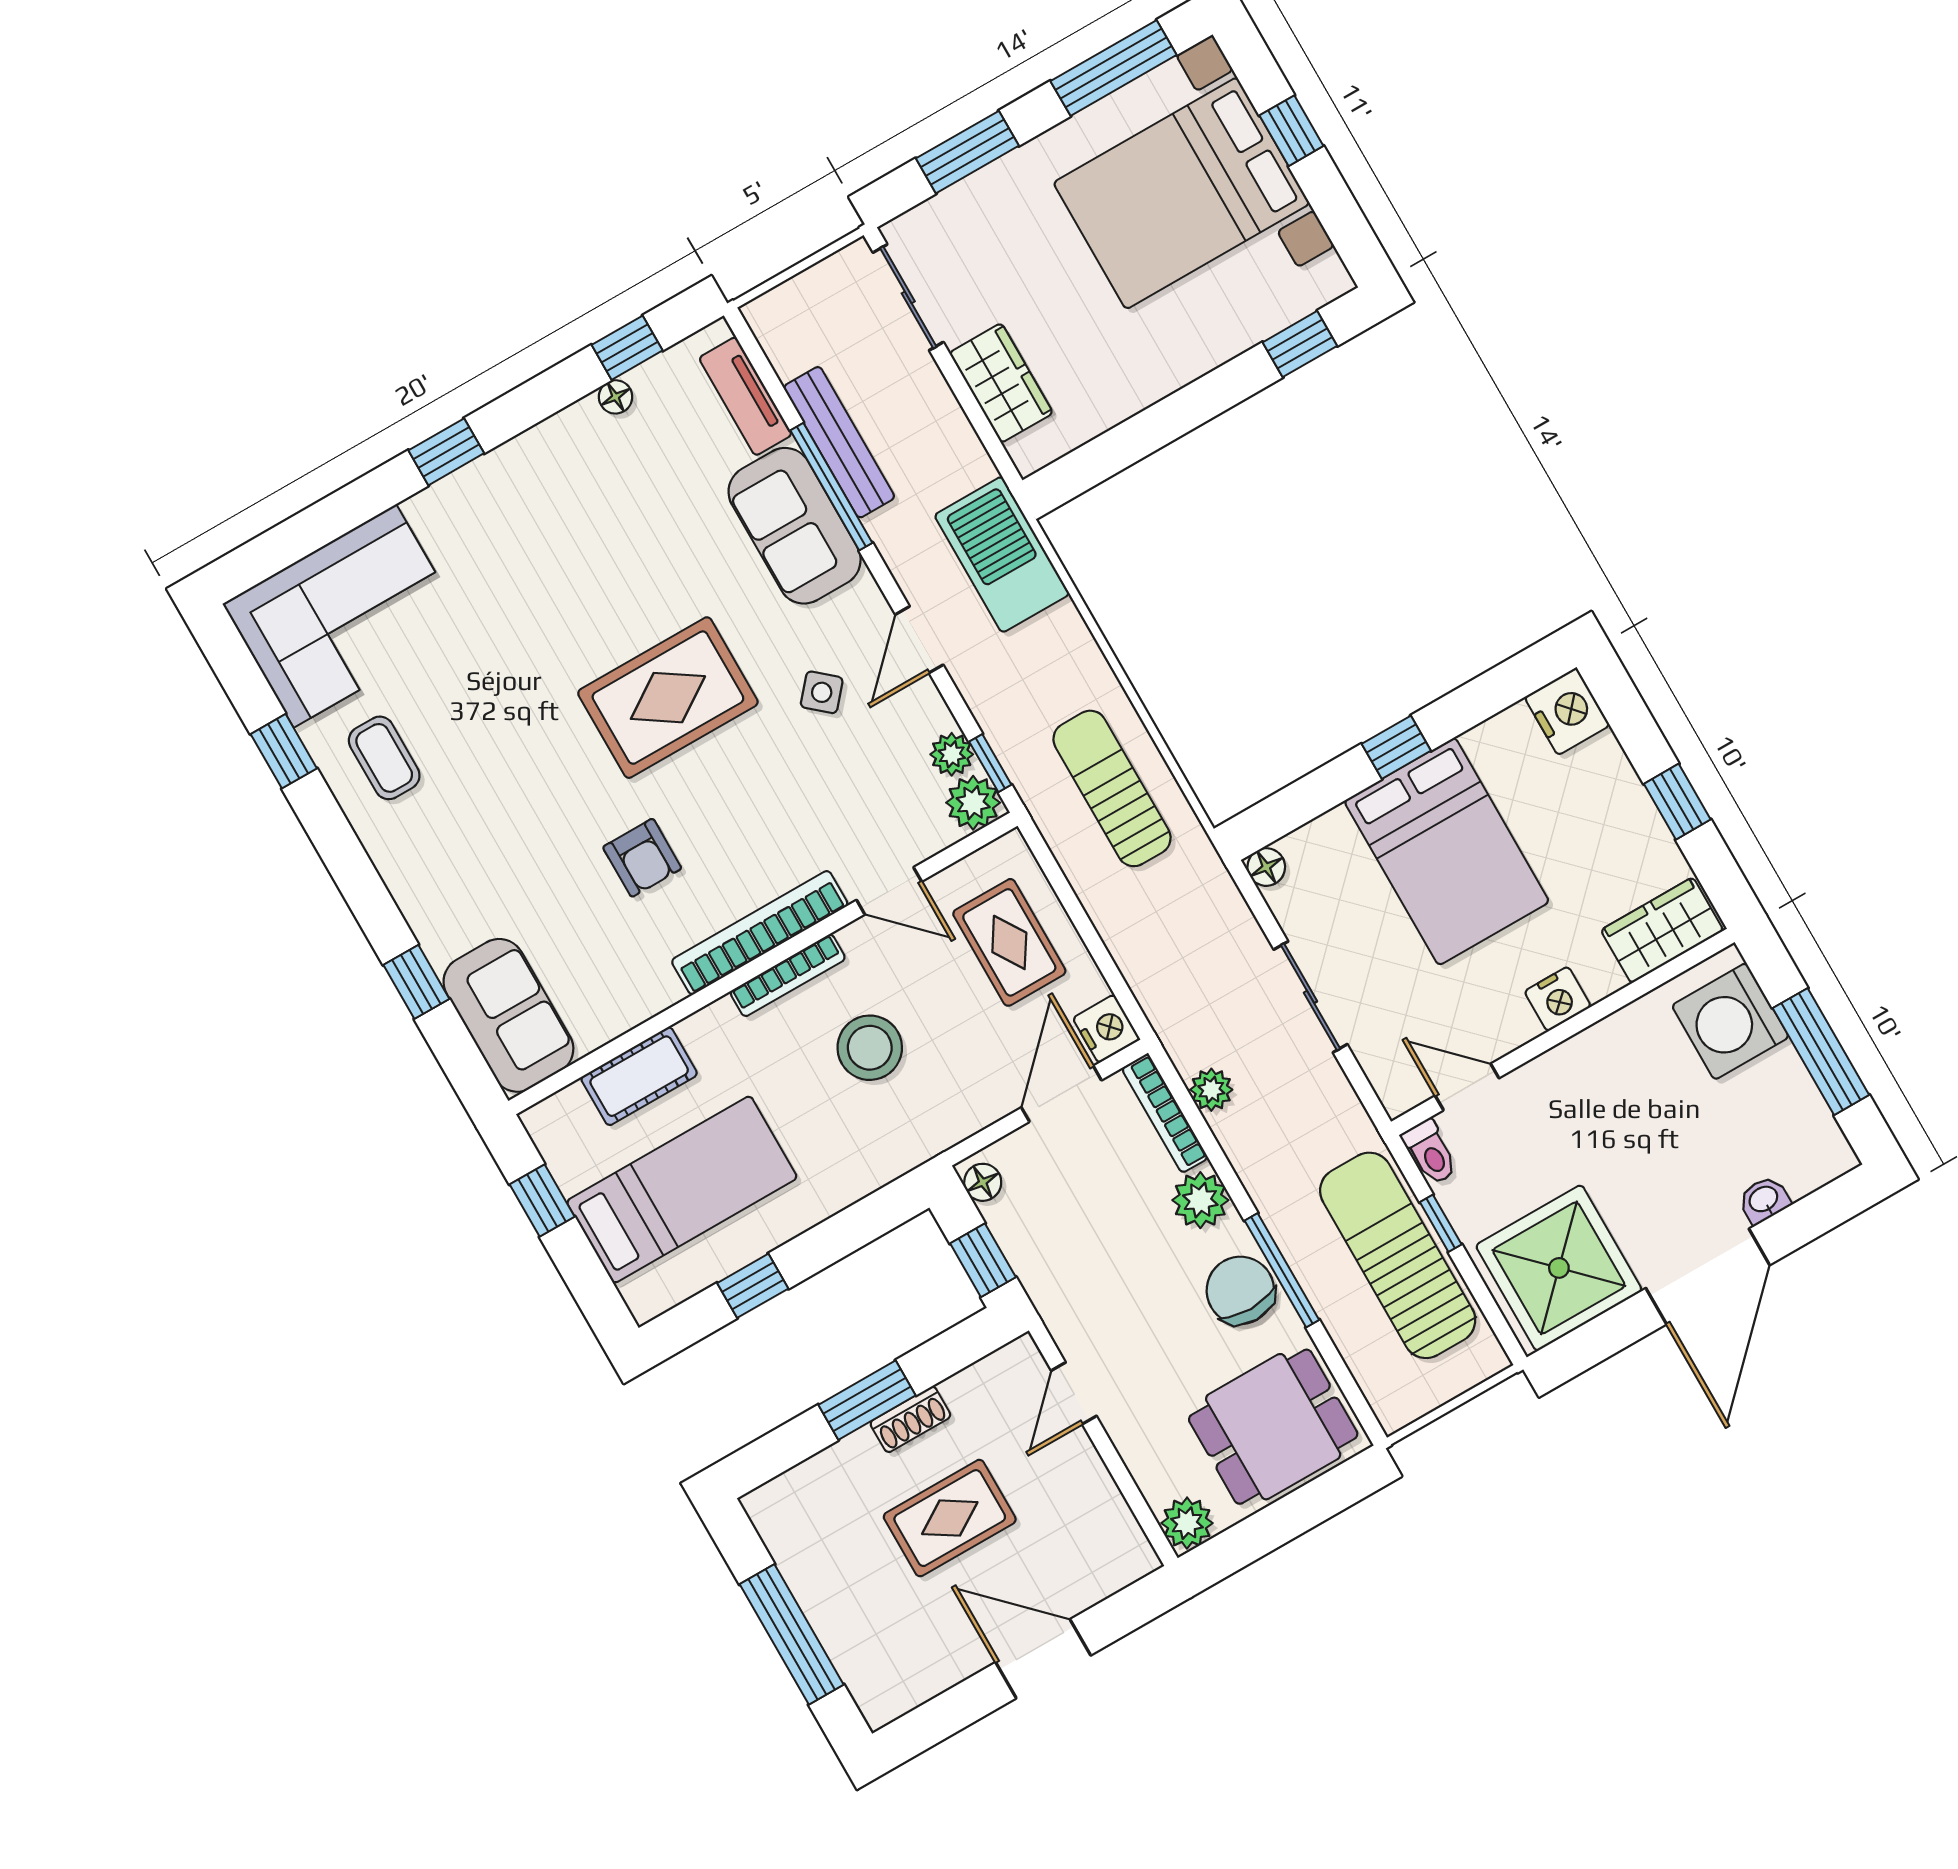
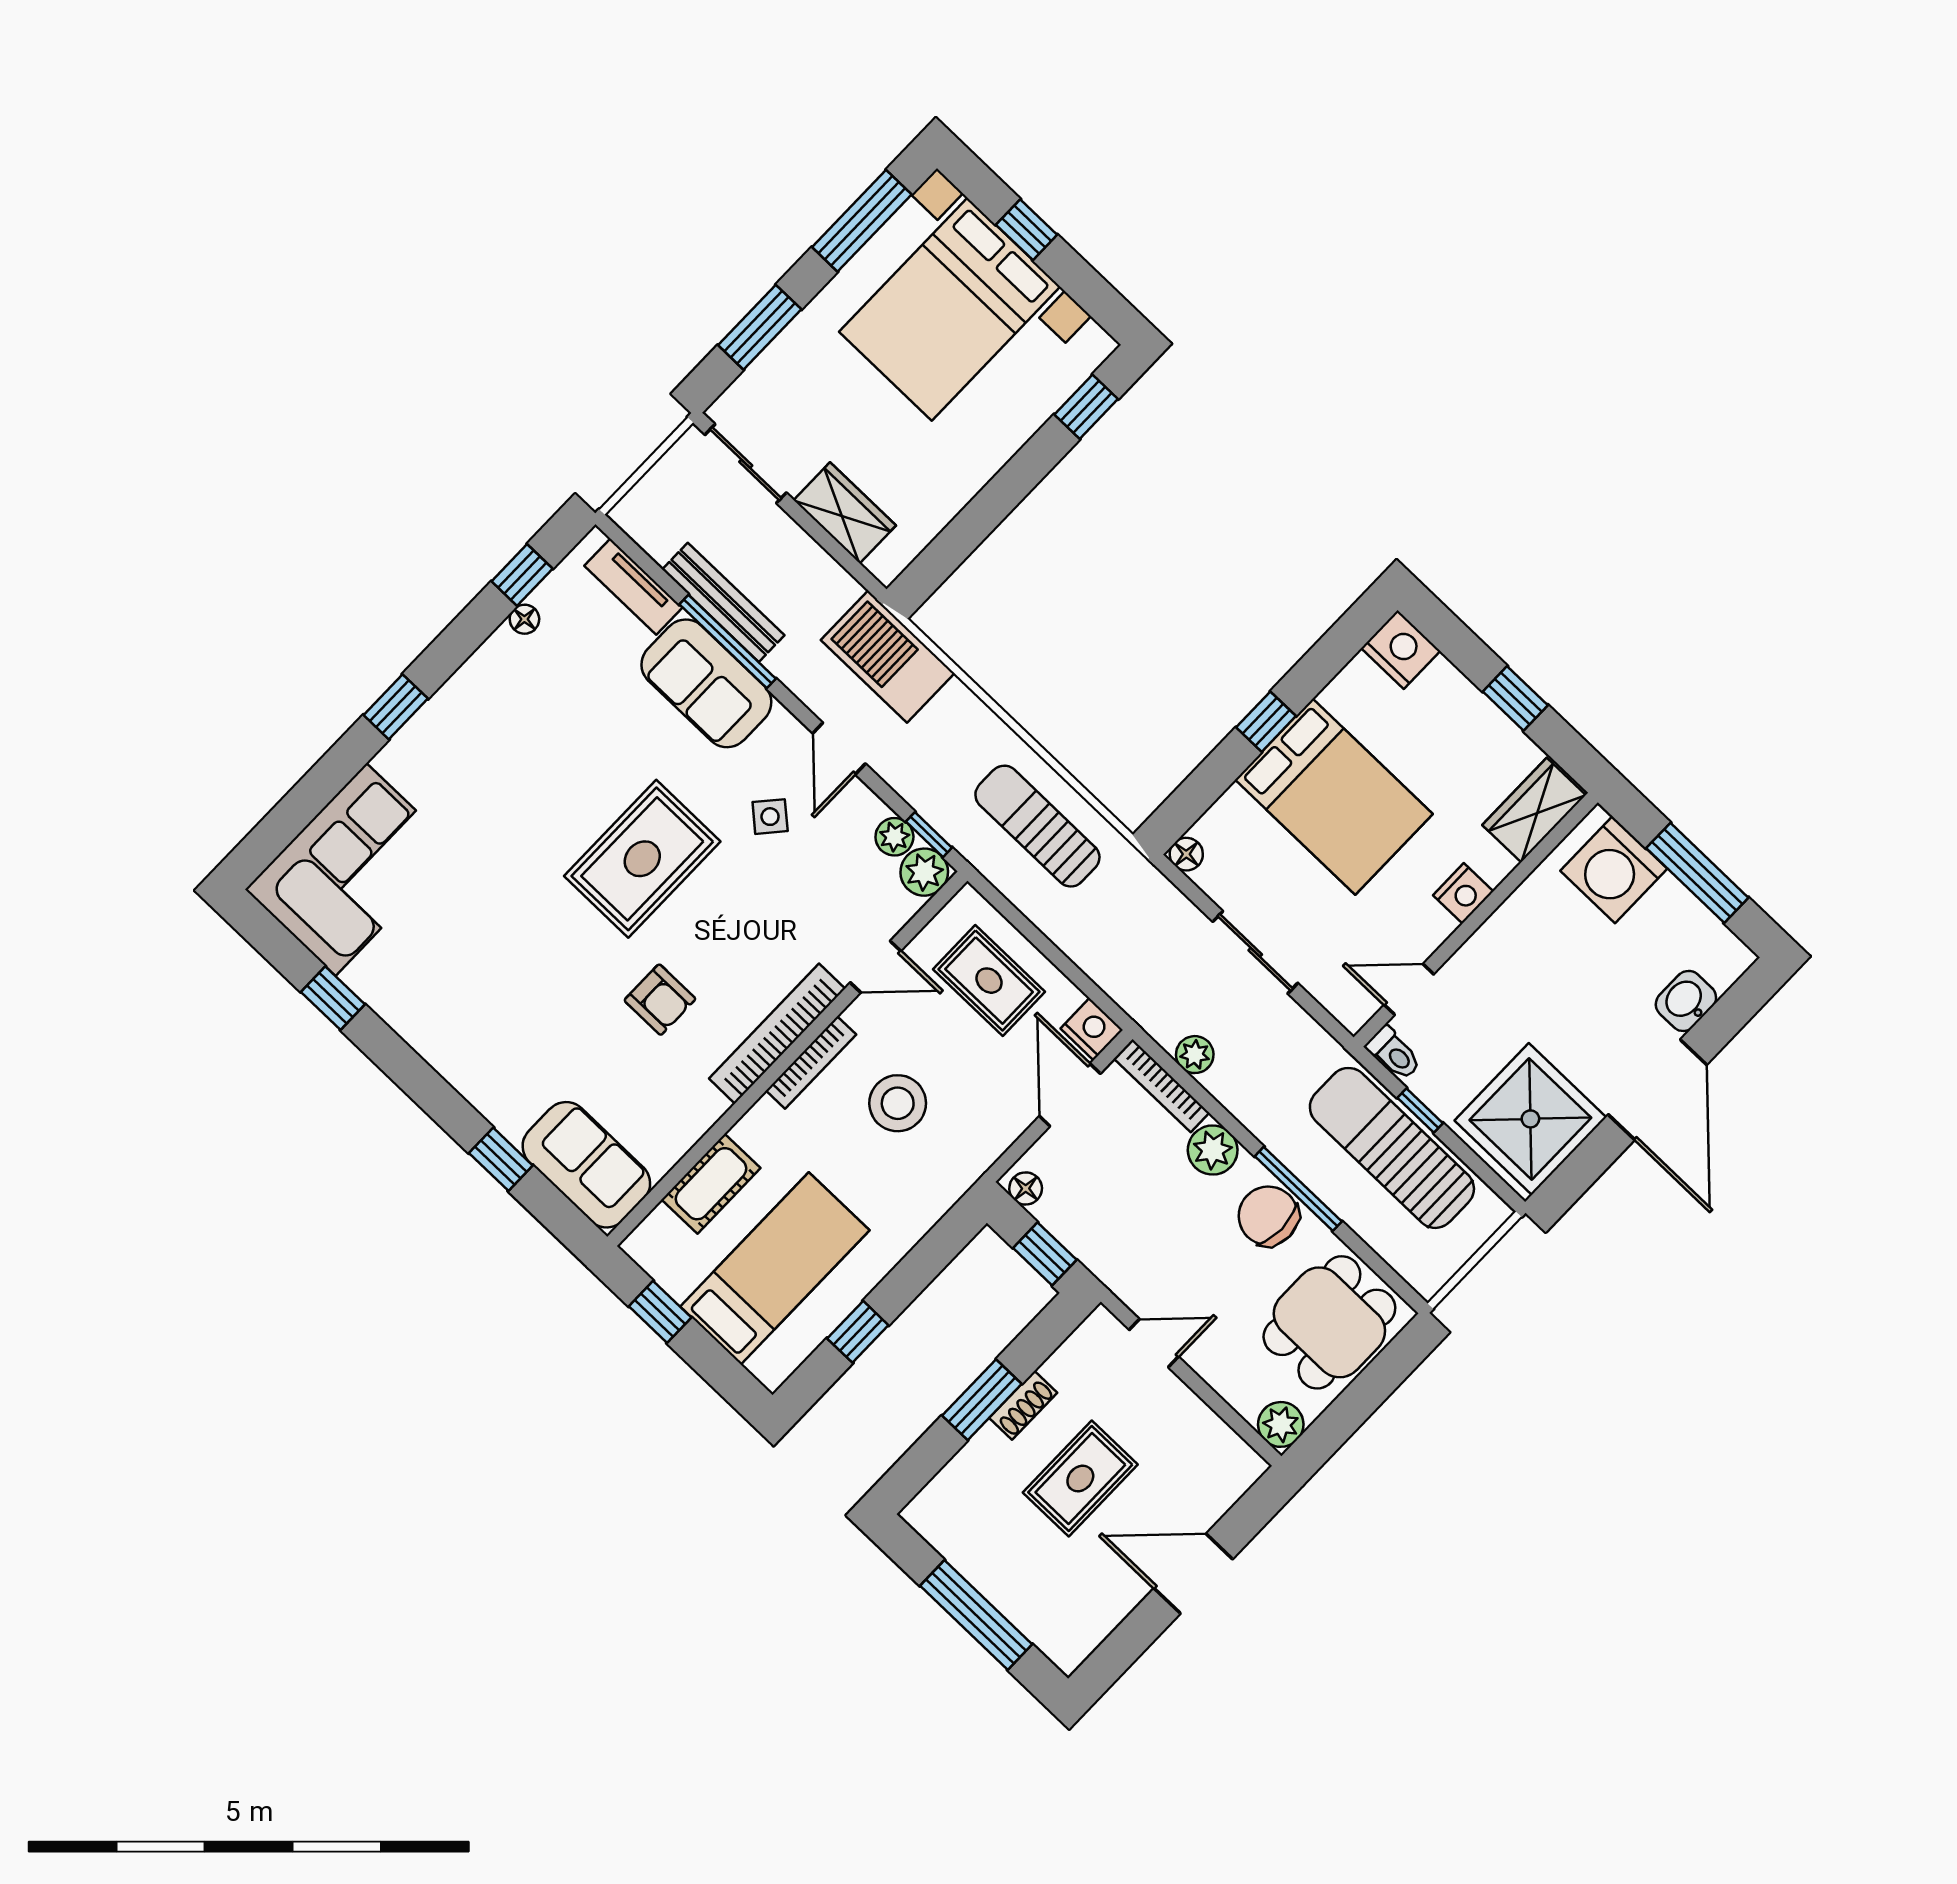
coffee table: (384, 758) -> (419, 979), removed
washbasin: (1764, 1200) -> (1686, 1001), width x1.38, depth x1.45
door: (1074, 1393) -> (1154, 1343), swing flipped

